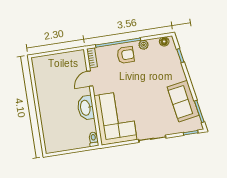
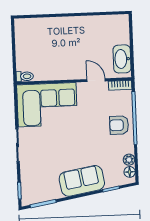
plant: (144, 45) -> (129, 160), moved
armchair: (126, 55) -> (119, 125), turned 90
sofa: (183, 101) -> (82, 181), moved
washbasin: (86, 108) -> (122, 59), moved, turned -90

